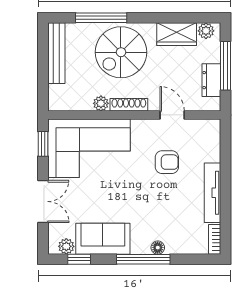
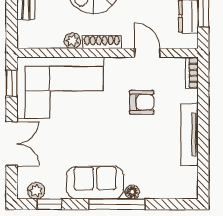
sofa: (103, 239) -> (95, 183), moved
bookcase: (215, 239) -> (192, 73), moved

